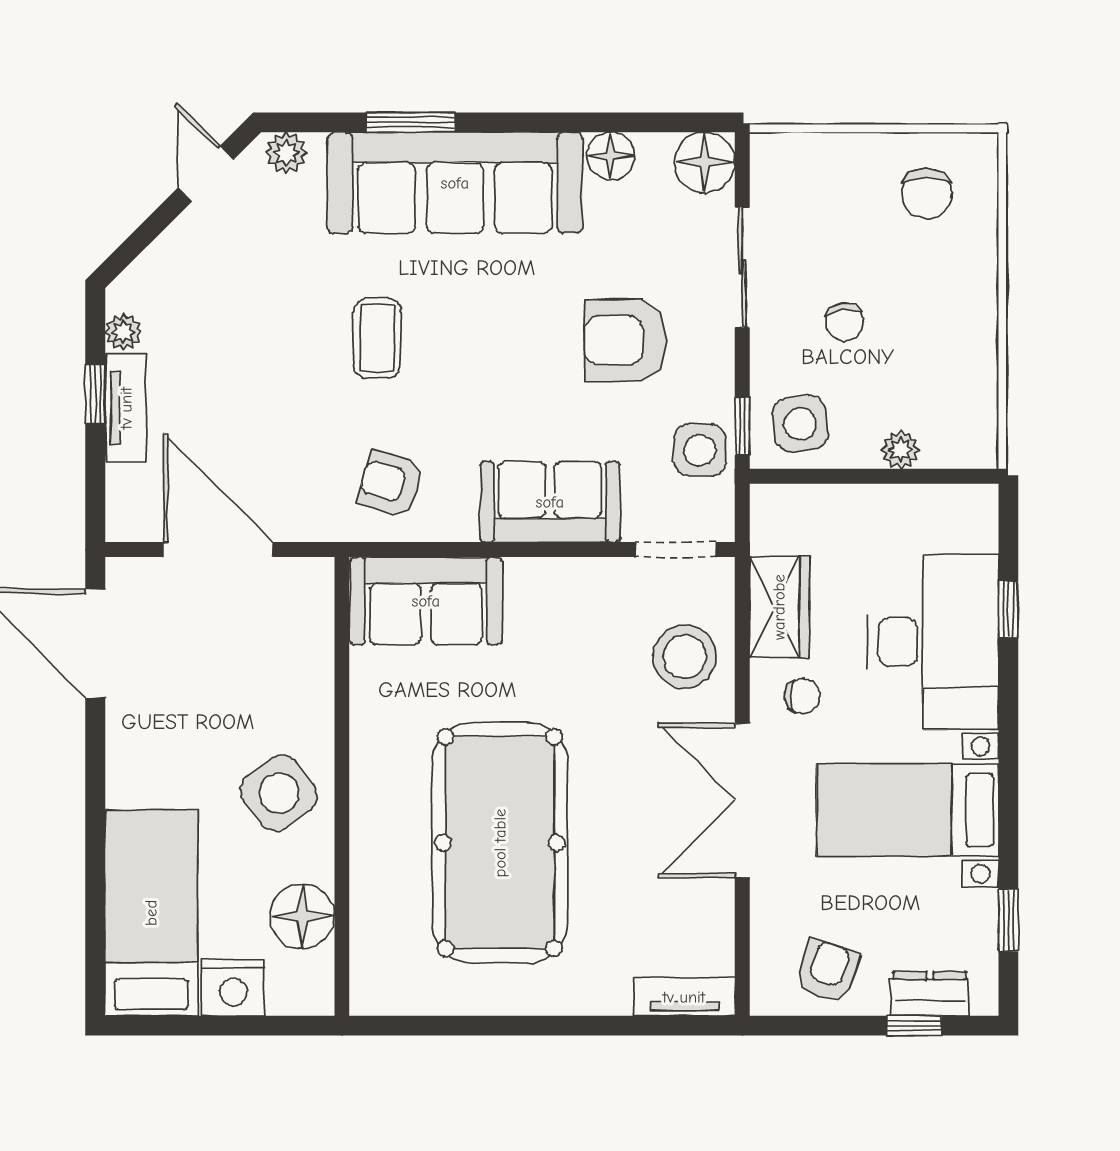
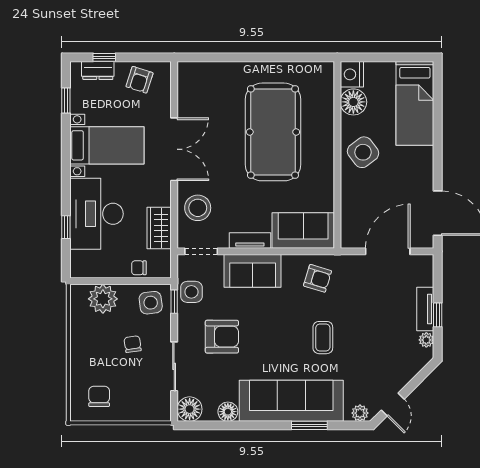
plant: (901, 450) -> (103, 299), width x1.88, depth x1.88
door: (218, 550) -> (388, 251), swing flipped
chair: (802, 696) -> (139, 268), moved
nightstand: (233, 988) -> (352, 74), moved, turned -90
tv unit: (684, 997) -> (250, 241), moved, turned 180

